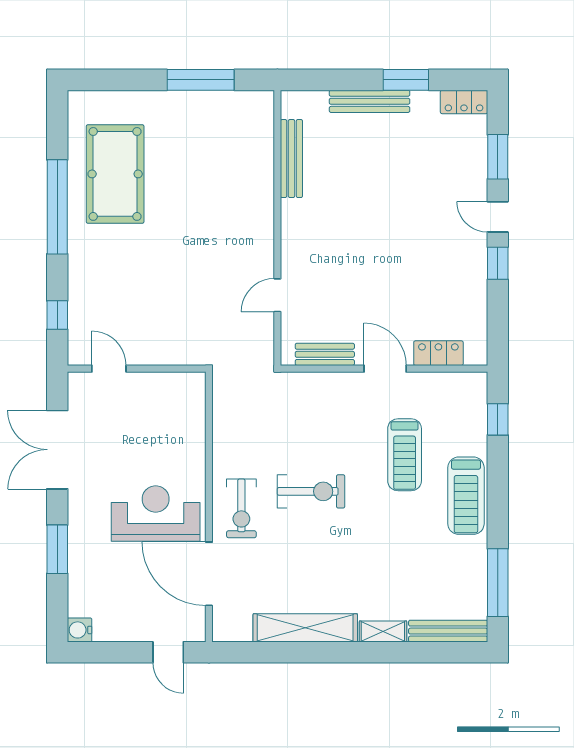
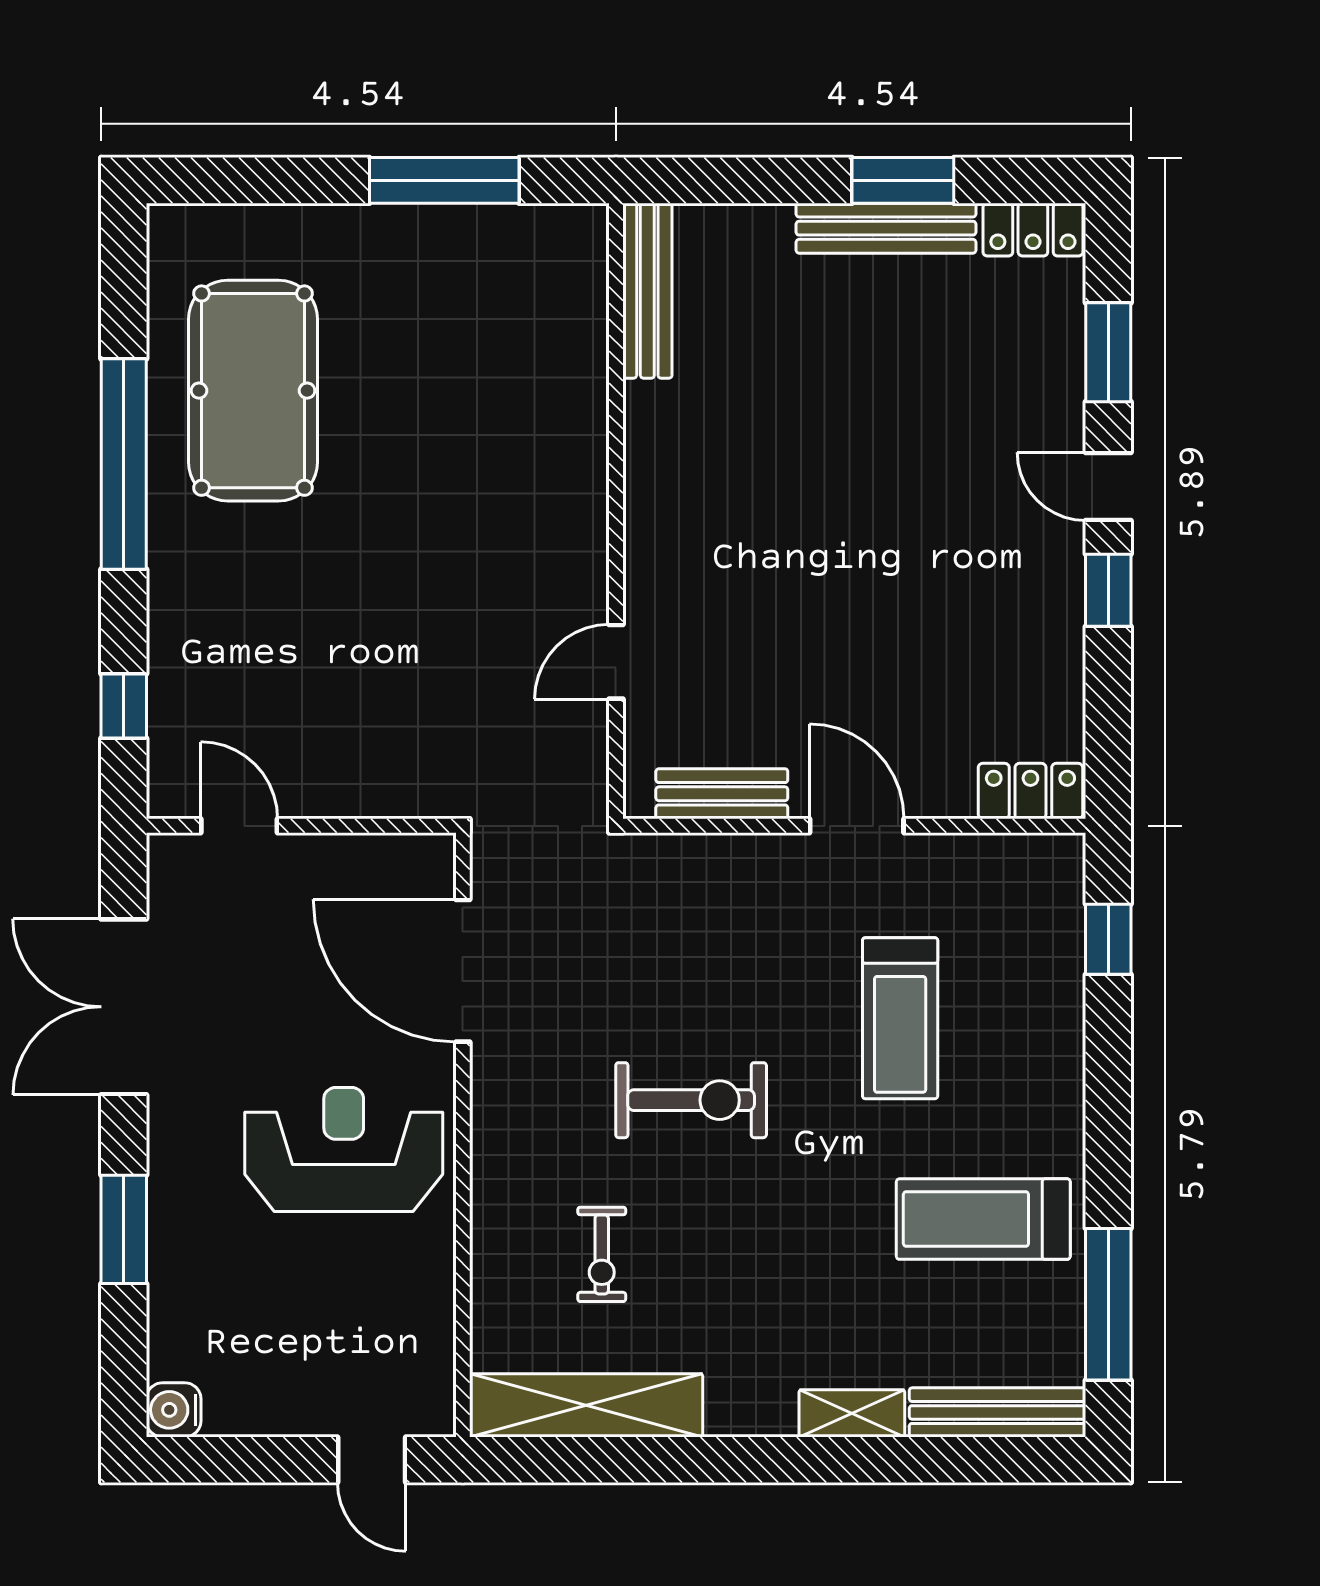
bench: (370, 101) -> (886, 228), moved
bench: (291, 159) -> (647, 291), moved
locker: (438, 353) -> (1030, 791), moved
treadmill: (466, 496) -> (983, 1219), moved, turned 90
exercise bike: (241, 508) -> (602, 1254), moved, width x0.73, depth x0.72
door: (209, 574) -> (463, 971), moved
shelving: (305, 628) -> (586, 1405), moved

